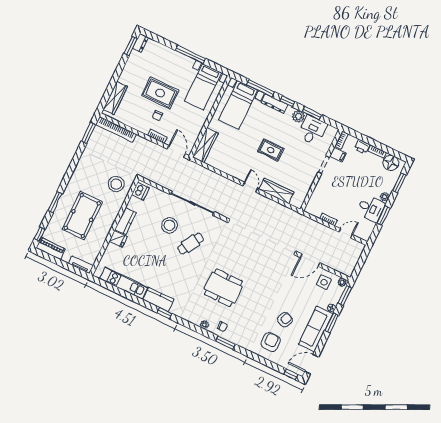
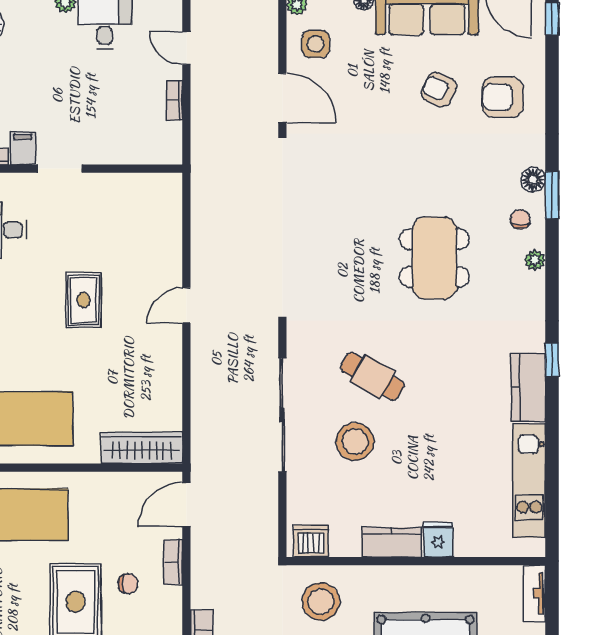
wardrobe: (276, 191) -> (167, 245), removed
floor lamp: (235, 338) -> (533, 180), added

